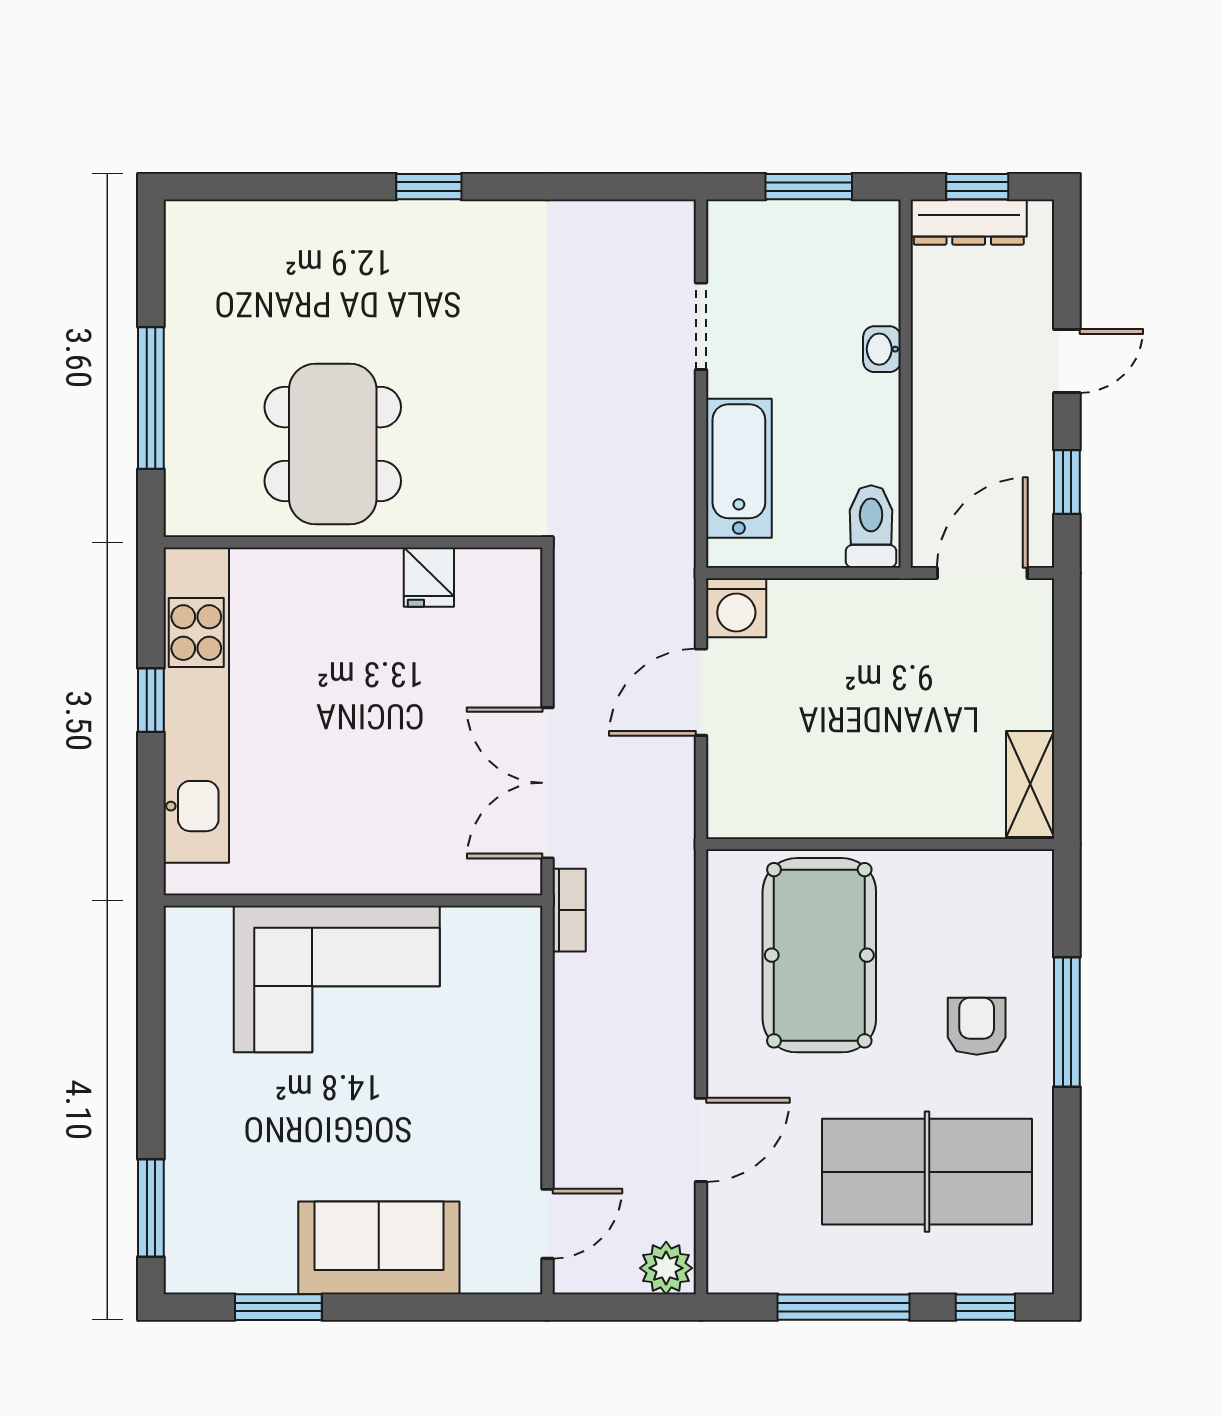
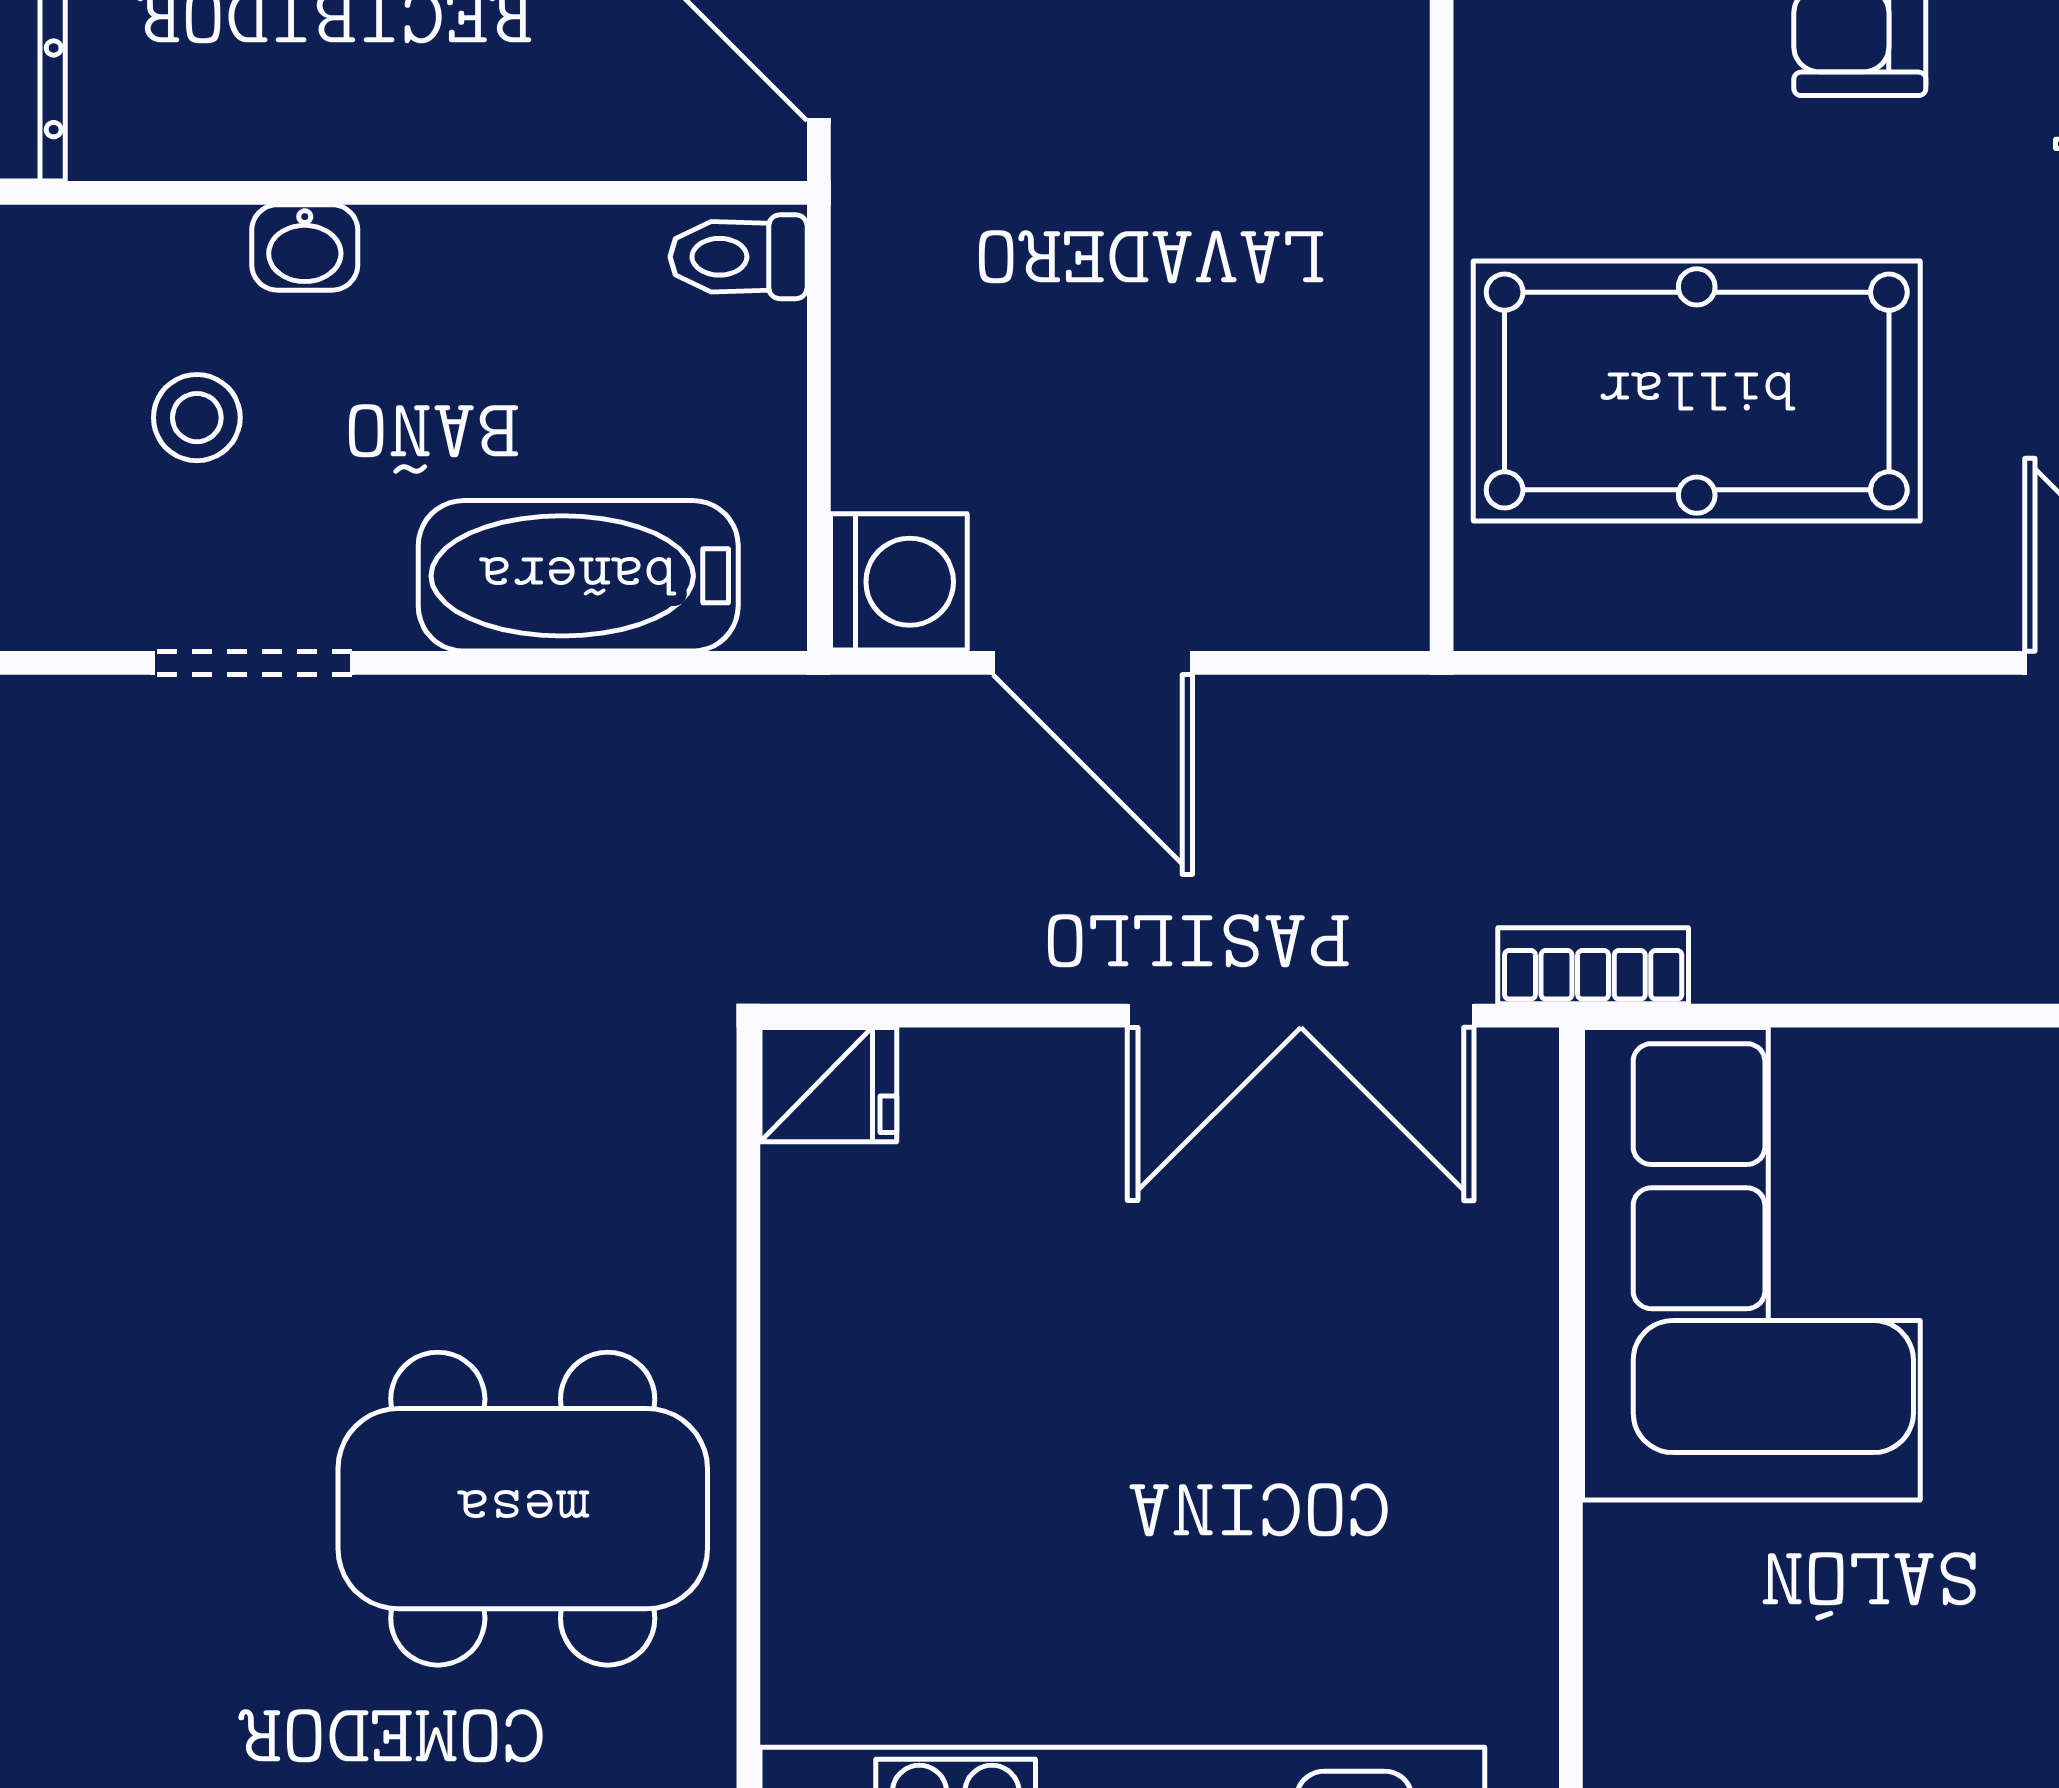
stool: (808, 302) -> (197, 418), added
toilet: (871, 526) -> (739, 257), width x0.73, depth x0.72
fridge: (429, 577) -> (828, 1085), moved
corner sofa: (337, 979) -> (1751, 1264), moved

